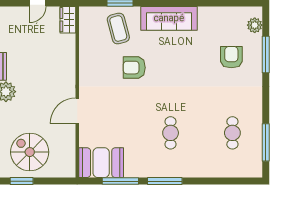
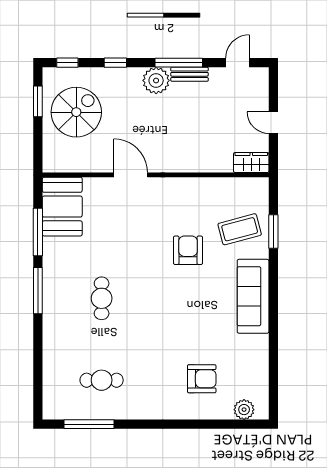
window: (266, 54) -> (205, 424), removed
cafe table: (171, 133) -> (102, 298), turned 90

